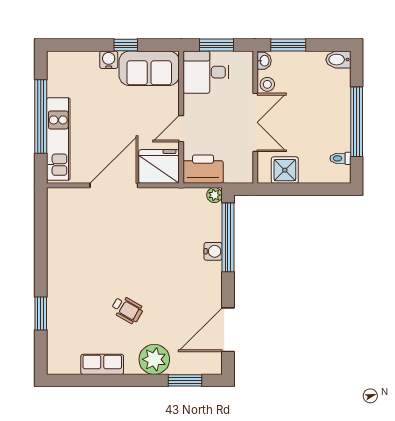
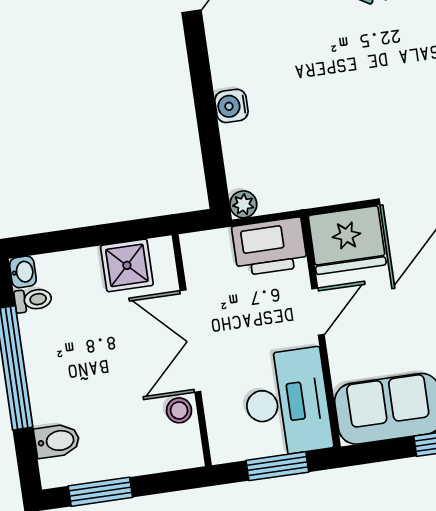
window: (288, 45) -> (100, 492), moved
bidet: (338, 60) -> (57, 441), moved
washbasin: (264, 61) -> (23, 272), moved, turned 180
desk: (206, 72) -> (287, 403), width x1.37
window: (228, 237) -> (209, 134), removed

